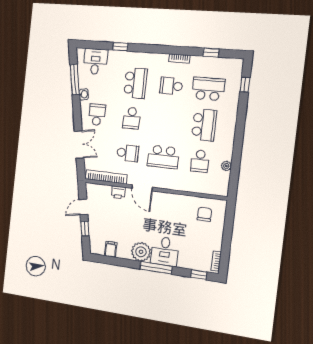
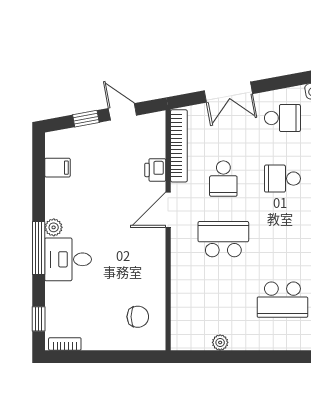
school desk: (163, 157) -> (223, 239), turned 90
school desk: (200, 161) -> (223, 300), removed
plant: (141, 252) -> (54, 227), width x0.53, depth x0.53

